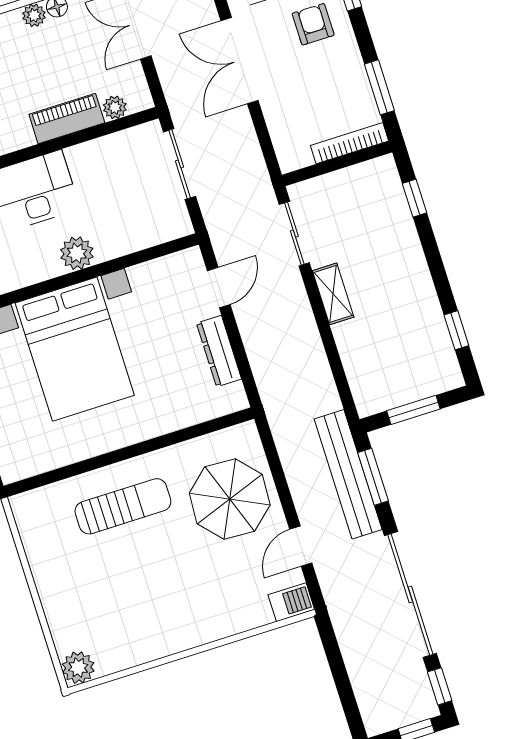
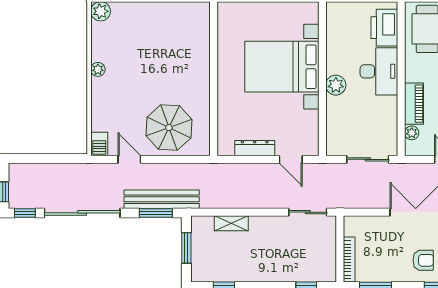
shelving: (333, 294) -> (231, 223), moved
sun lounger: (123, 506) -> (184, 66), removed
plant: (173, 642) -> (98, 69), added

